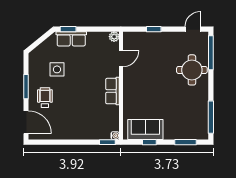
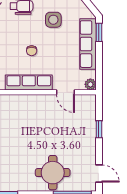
row of seats: (71, 39) -> (88, 44), width x1.48
chair: (84, 89) -> (32, 51), added
row of seats: (112, 91) -> (29, 83), width x1.48

